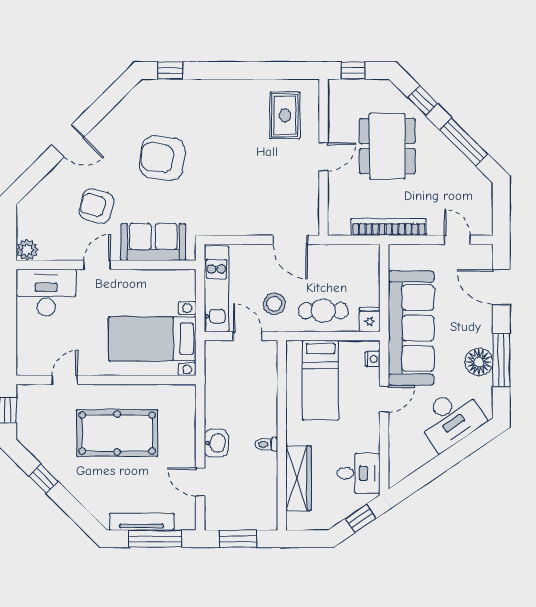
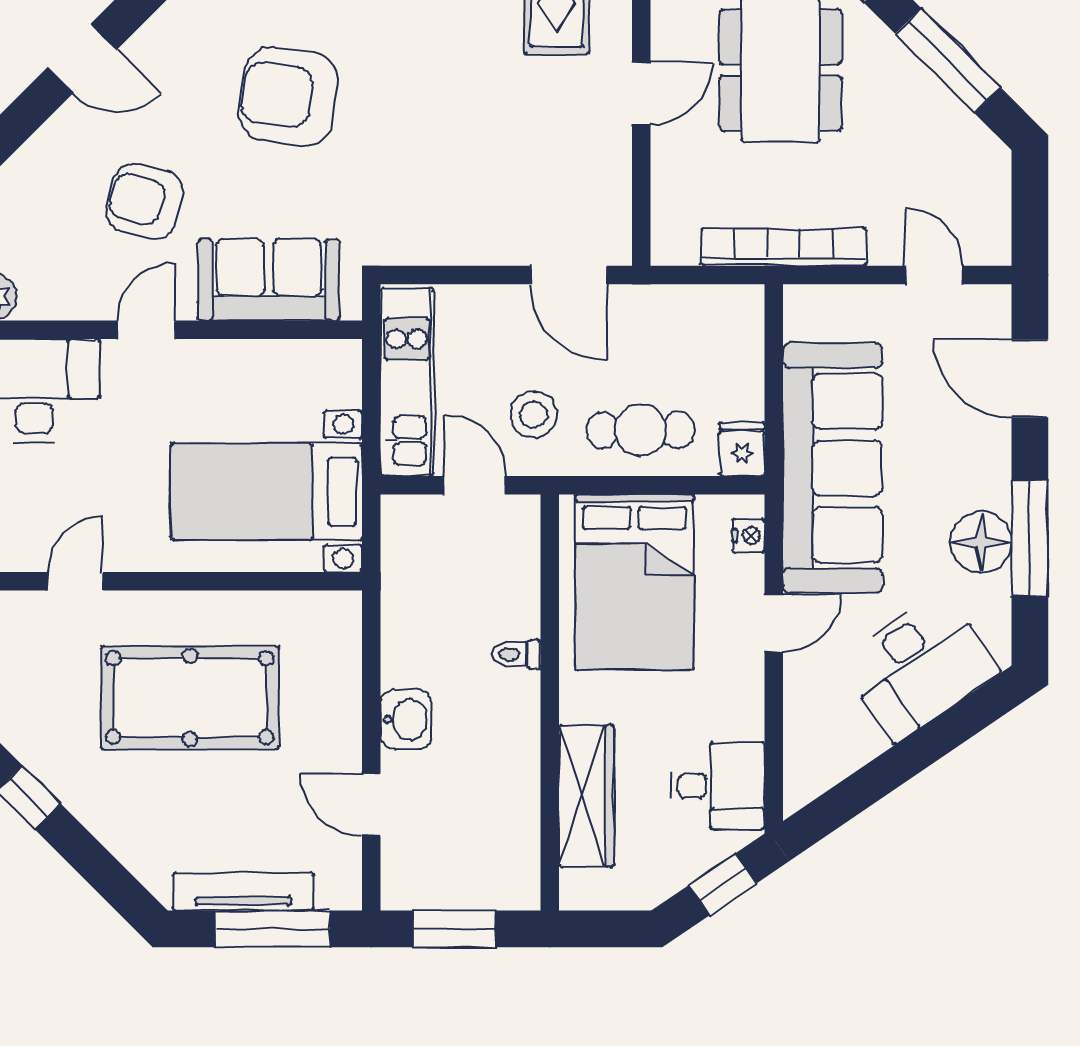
bed: (320, 380) -> (634, 582), width x1.50
toilet: (266, 444) -> (516, 654), moved

